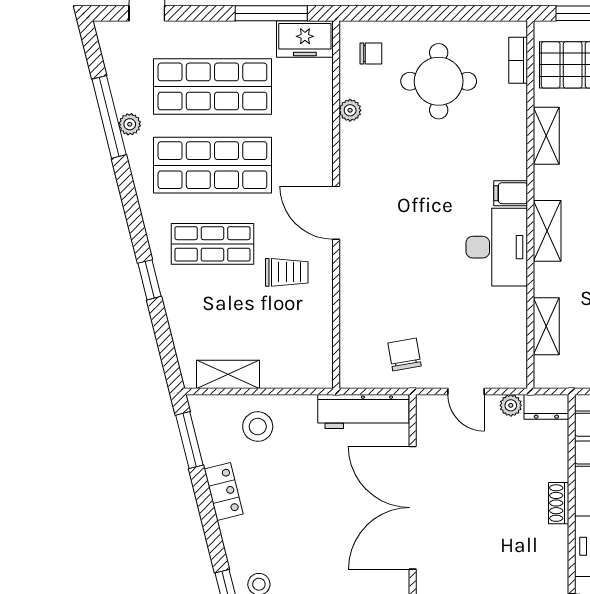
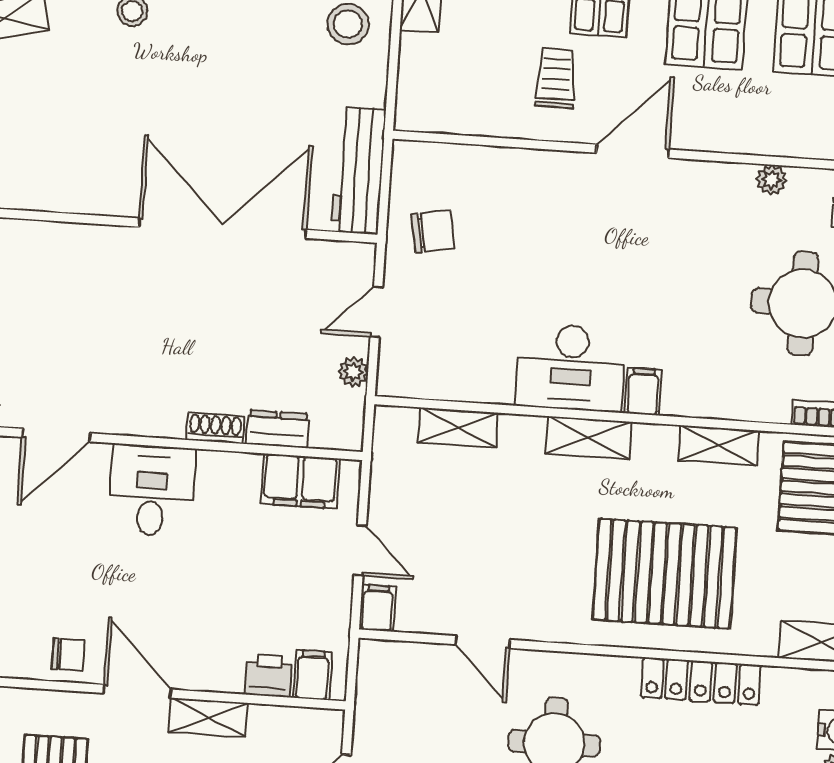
trolley: (287, 272) -> (556, 78), turned 180
dresser: (546, 407) -> (277, 429), moved, turned 90

